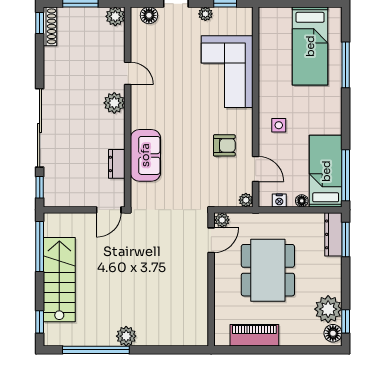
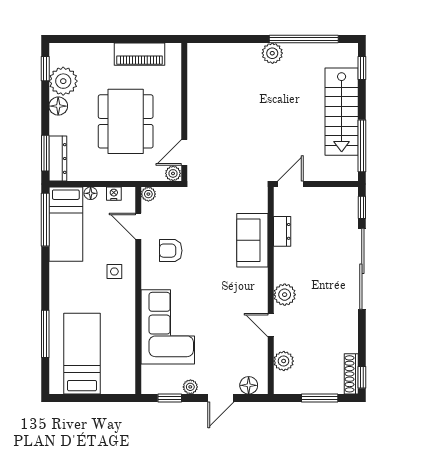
plant: (115, 16) -> (284, 361), moved
floor lamp: (333, 333) -> (58, 106), moved

